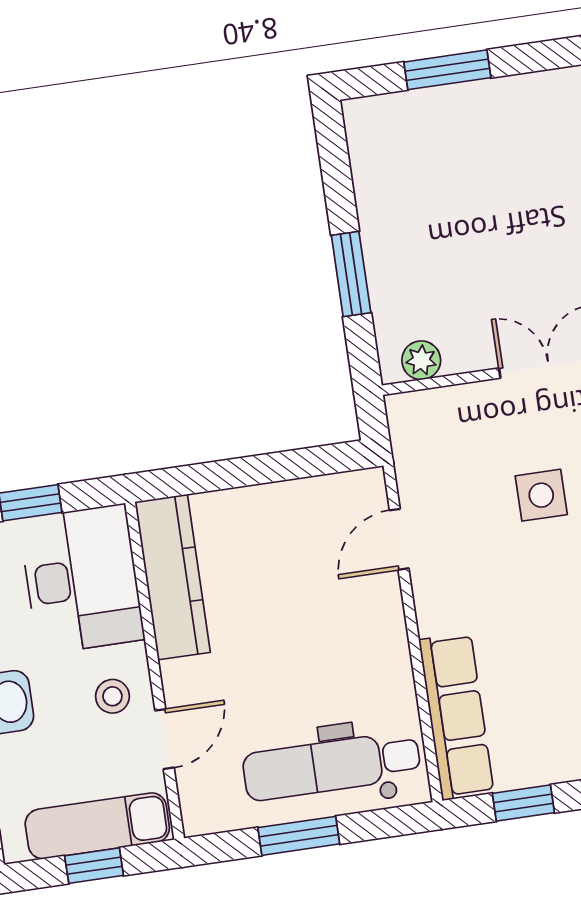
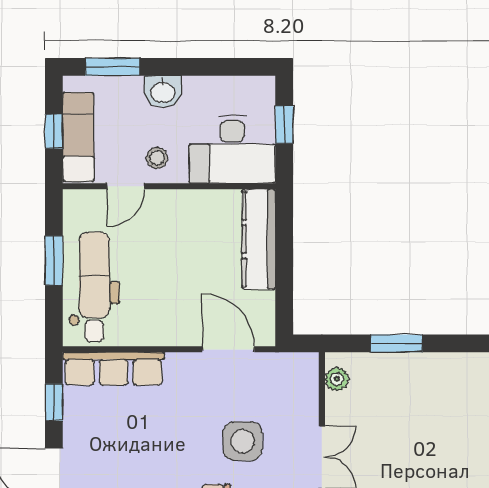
side table: (541, 495) -> (243, 441), width x1.37, depth x1.37
door: (399, 539) -> (228, 349), width x1.37
kitchen counter: (173, 577) -> (259, 239), moved, turned 90
door: (165, 739) -> (126, 186), hinge flipped

